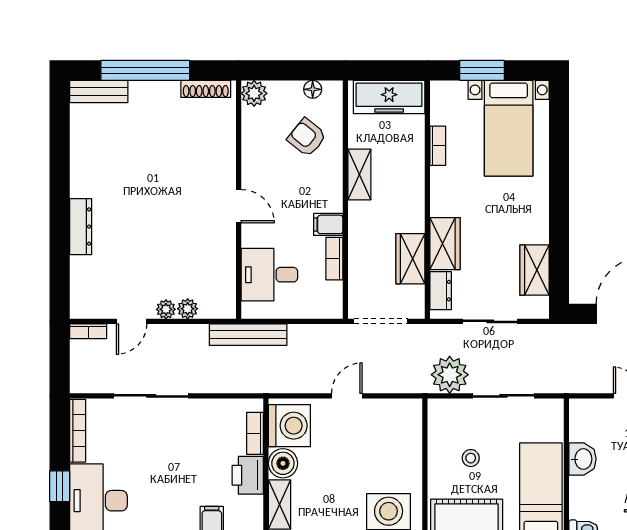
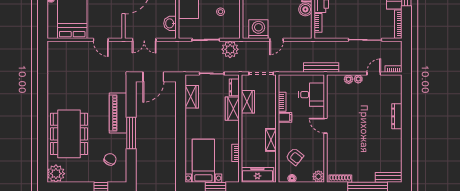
washing machine: (289, 426) -> (258, 29), moved, turned 90
washbasin: (583, 459) -> (170, 23), moved

